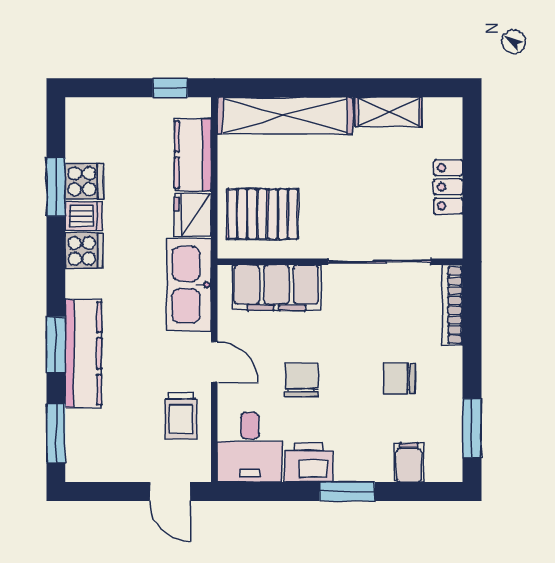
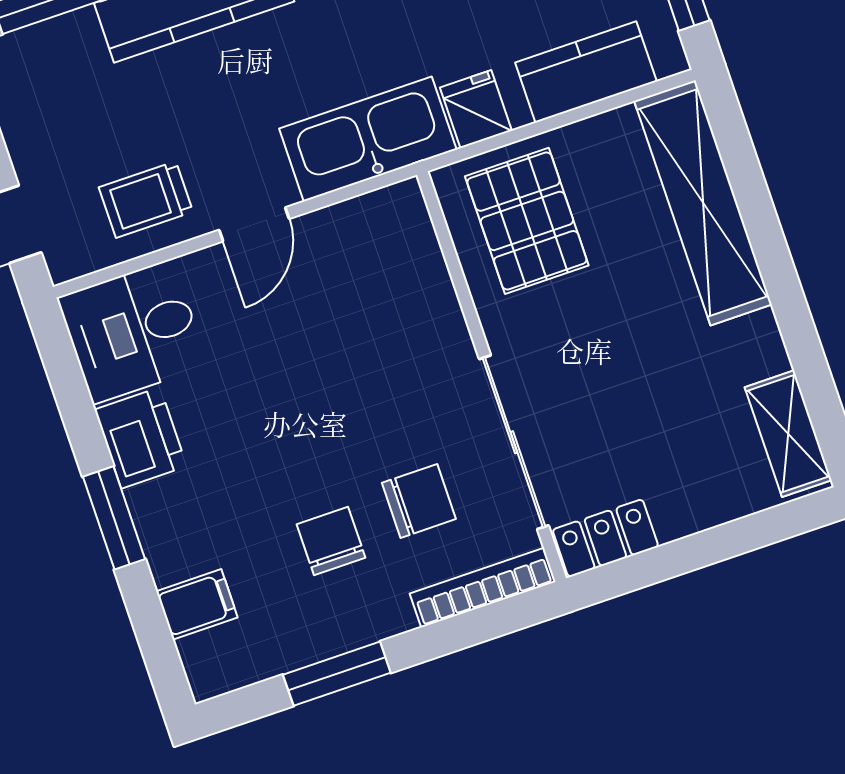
shelving: (388, 112) -> (788, 434), moved
locker: (448, 187) -> (605, 538), moved
fridge: (193, 215) -> (476, 109), width x0.72
filing cabinet: (276, 288) -> (412, 286), removed
chair: (301, 380) -> (419, 501), moved
window: (472, 428) -> (337, 674), moved

